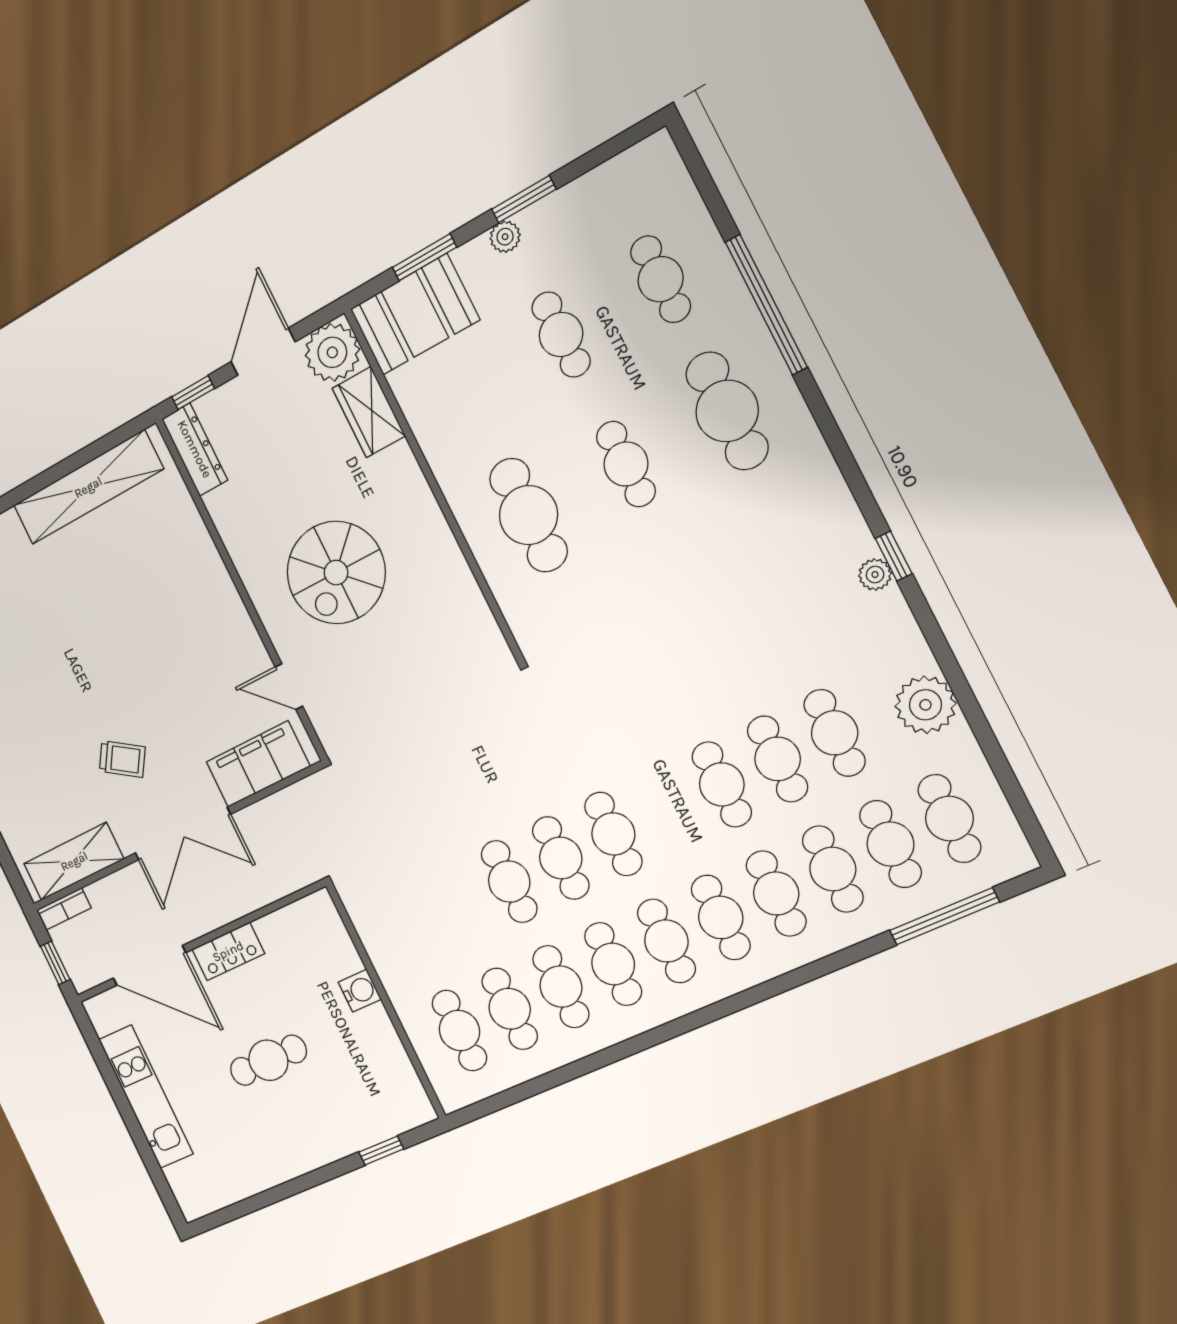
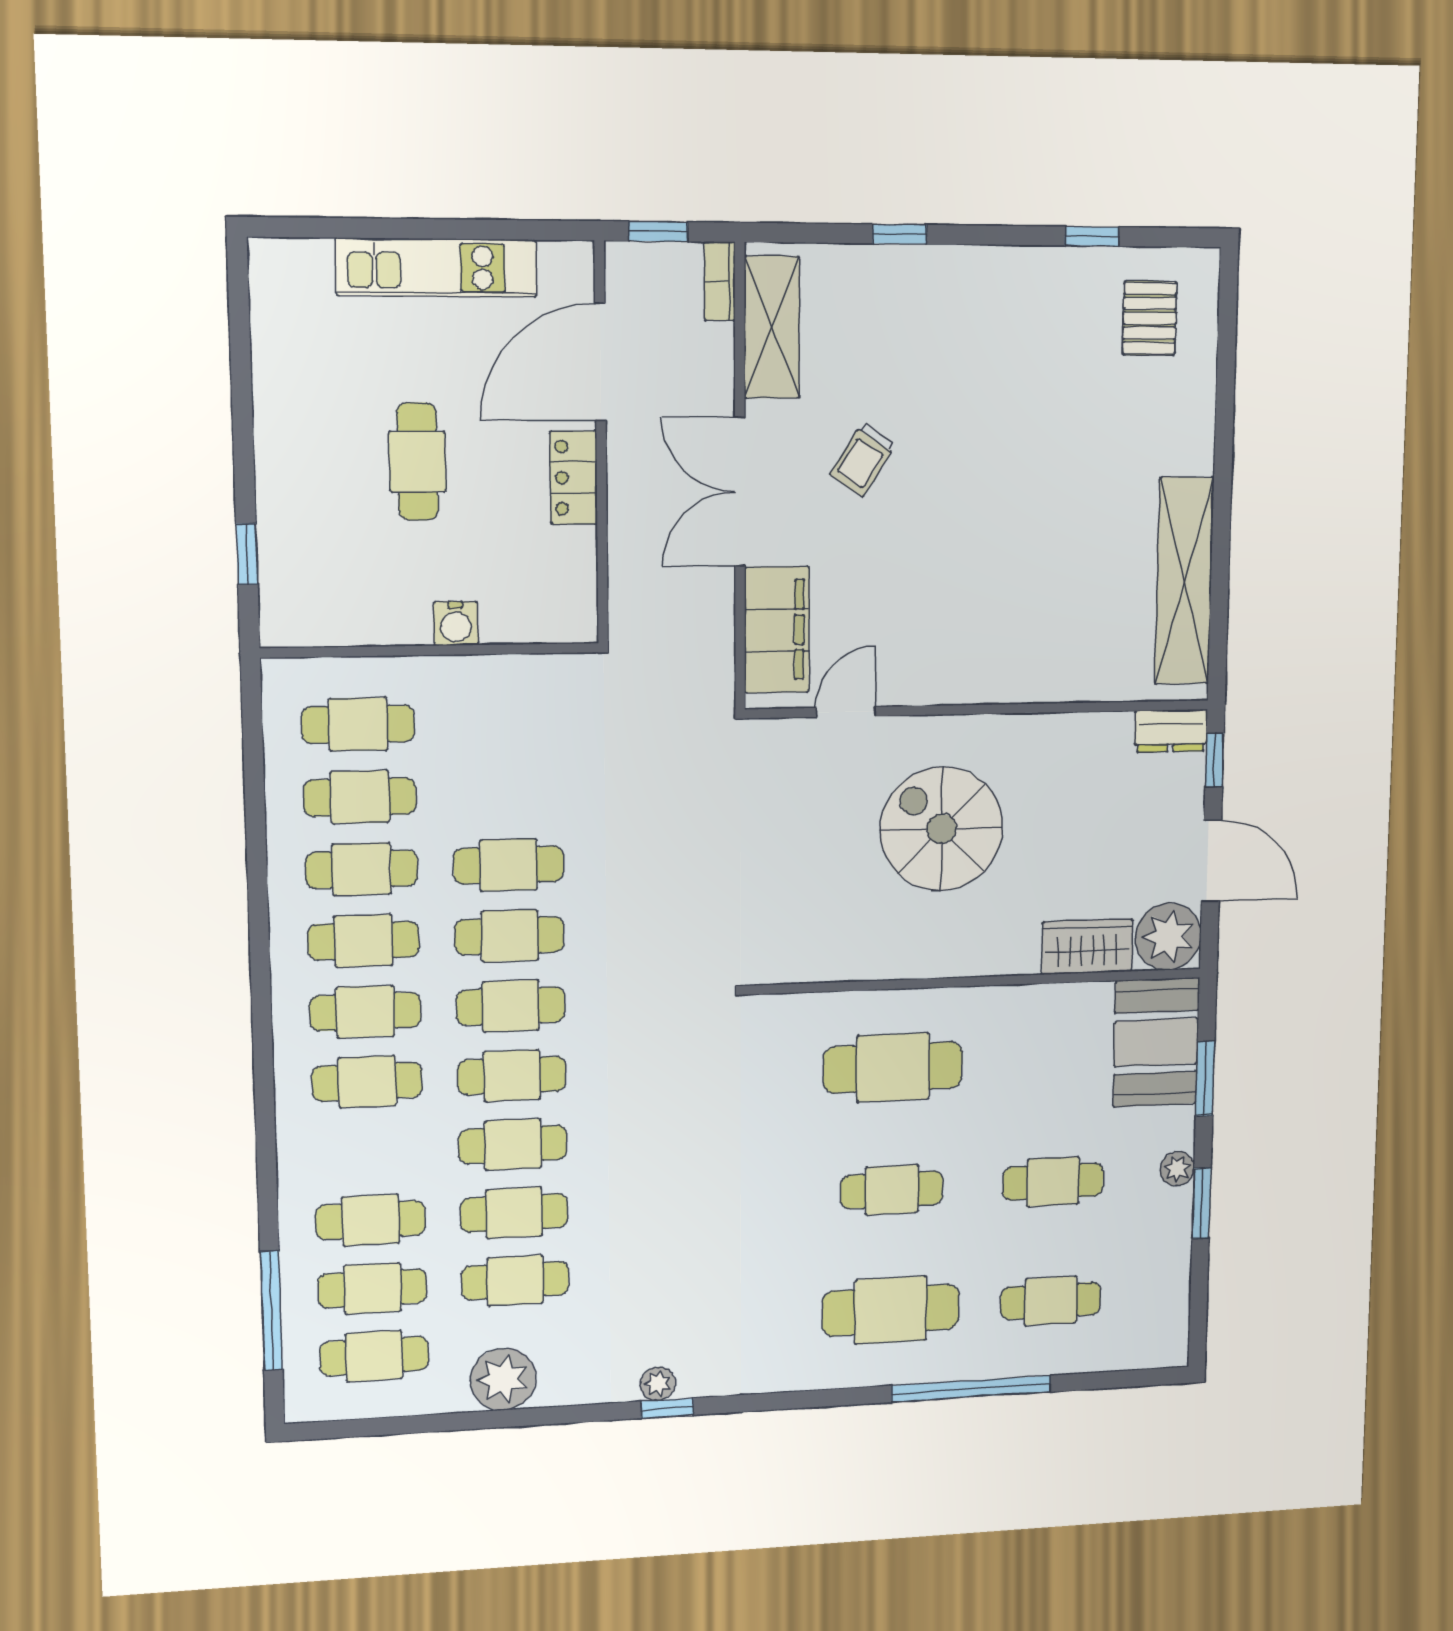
dresser: (195, 449) -> (1171, 731), width x0.70
cafe table: (776, 893) -> (512, 1076), moved

